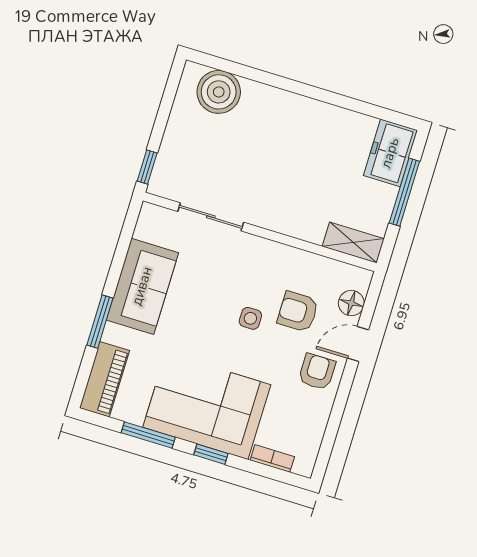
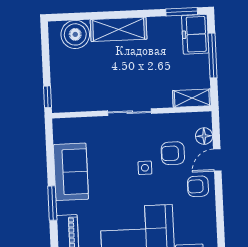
shelving: (283, 107) -> (119, 29), added
window: (382, 114) -> (182, 12), added
sliding door: (211, 217) -> (130, 112), moved
armchair: (317, 372) -> (198, 186), turned -90

